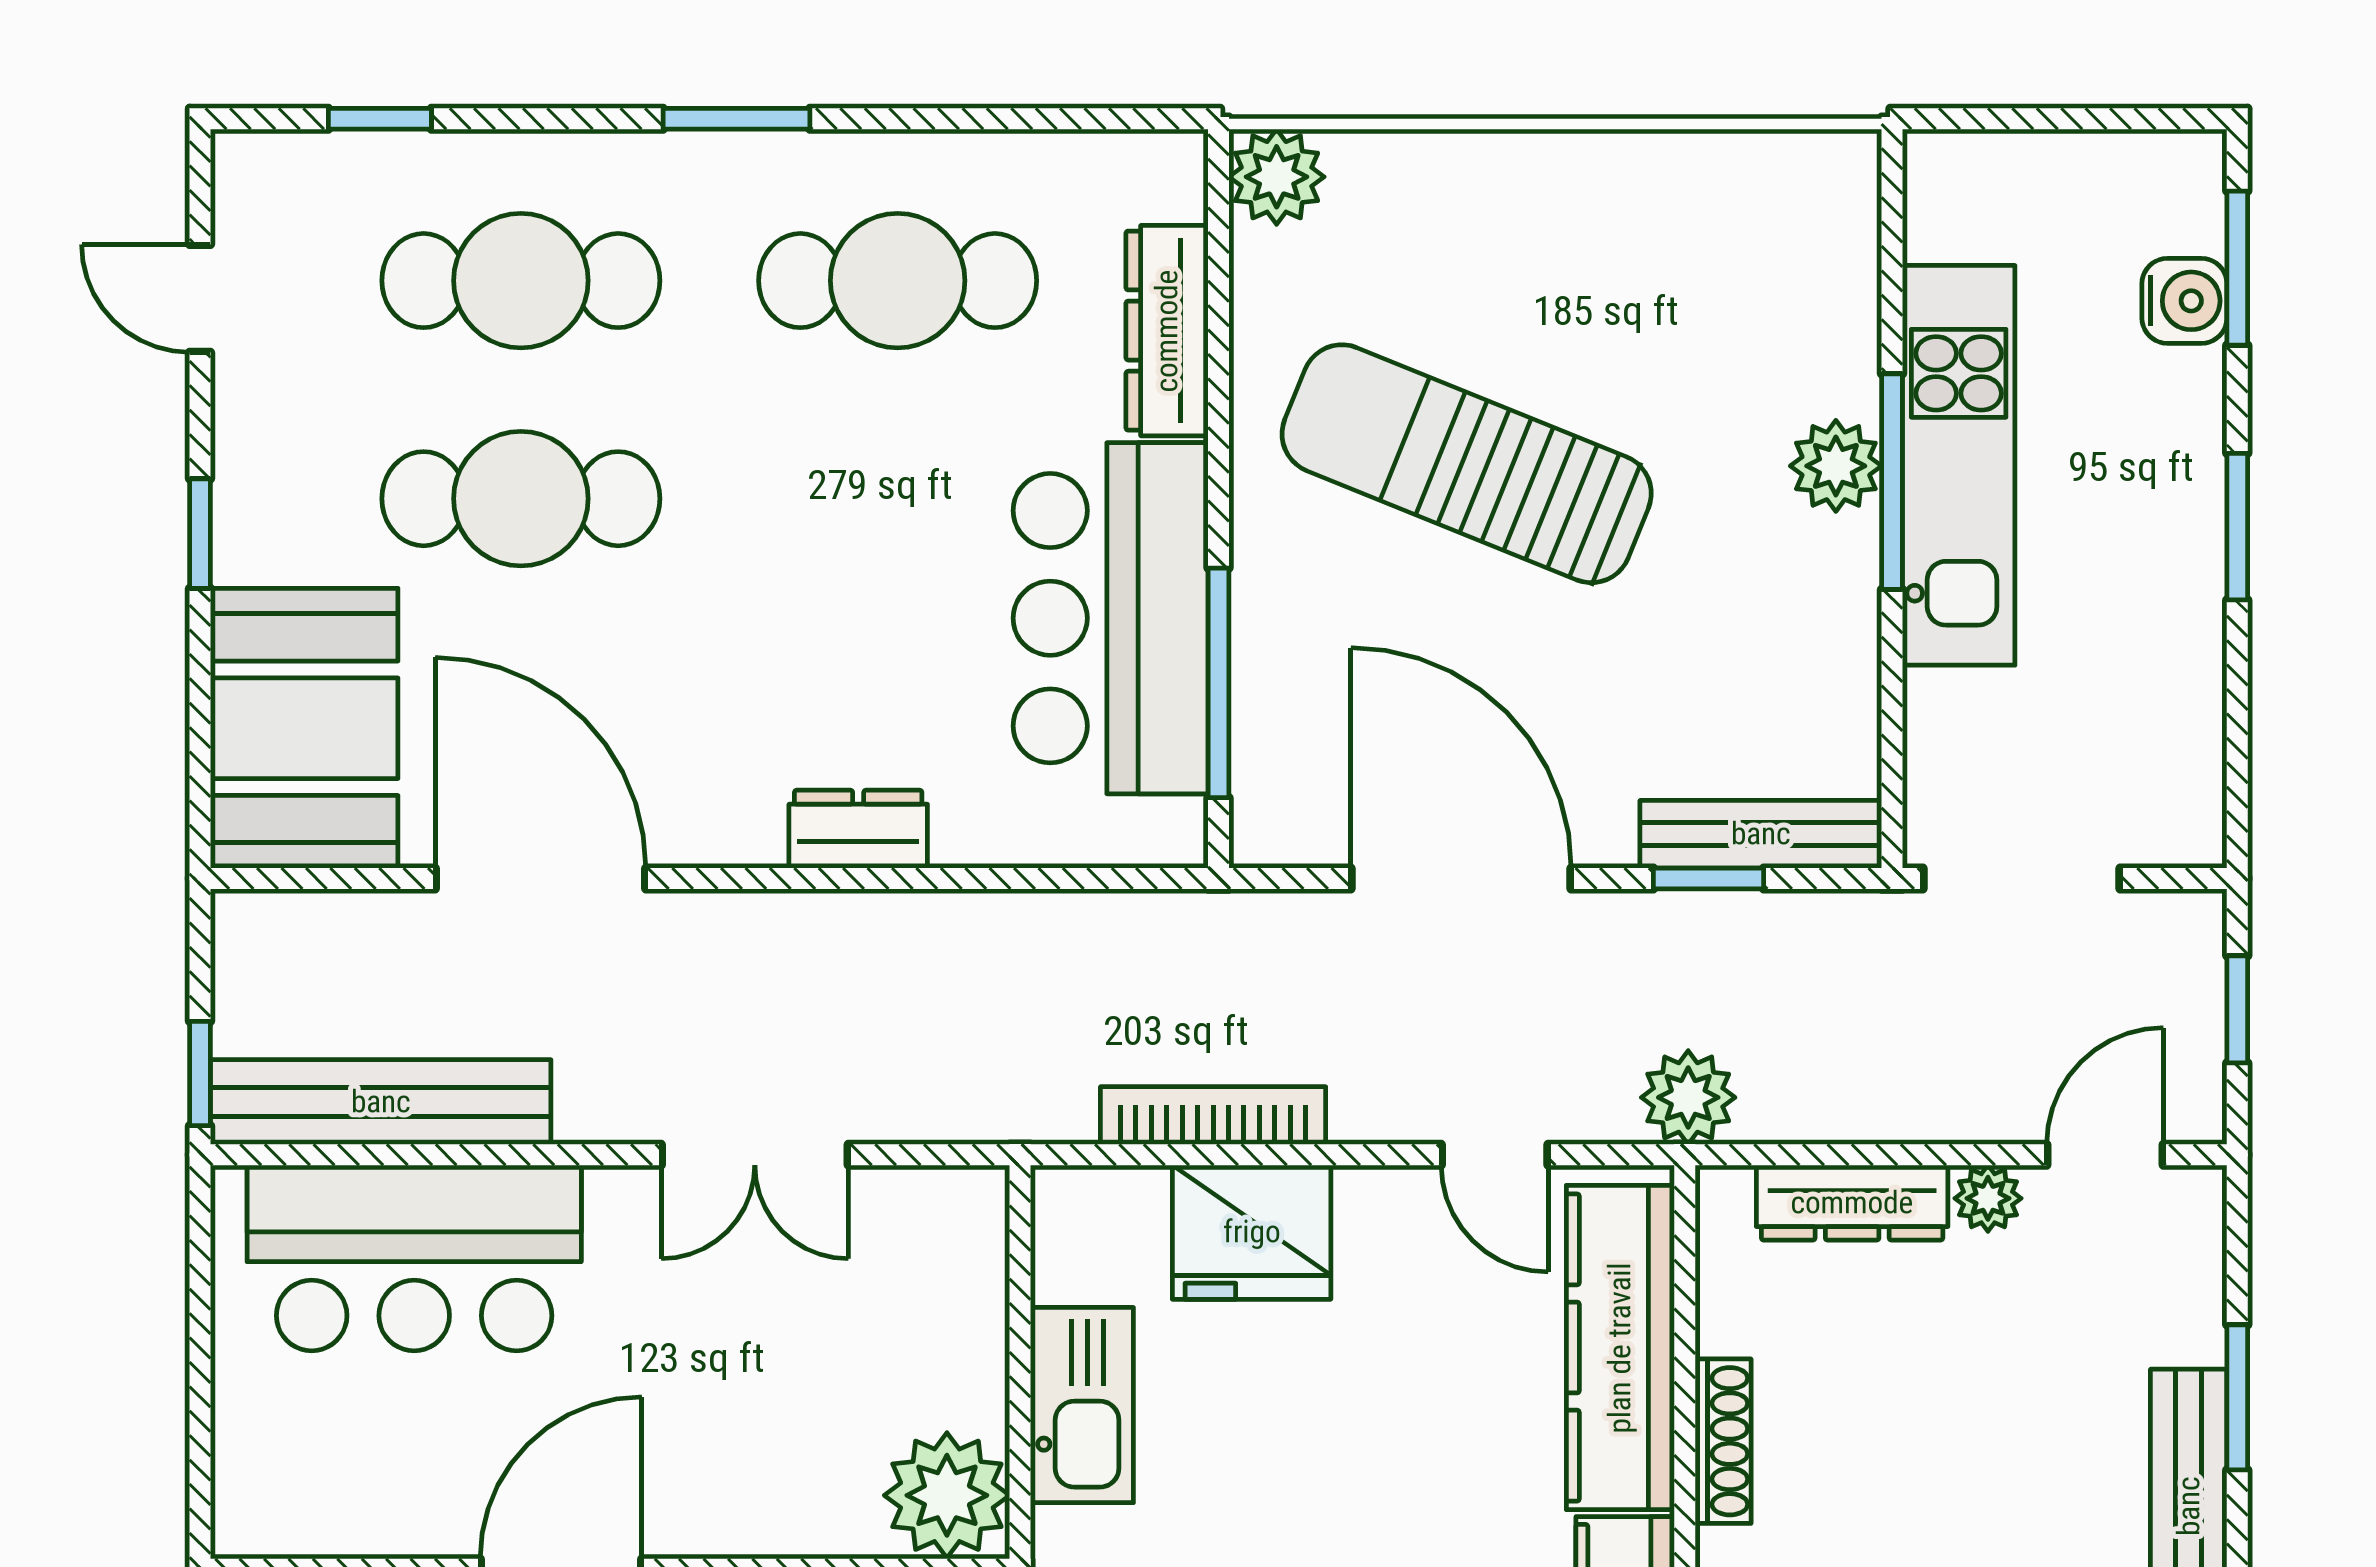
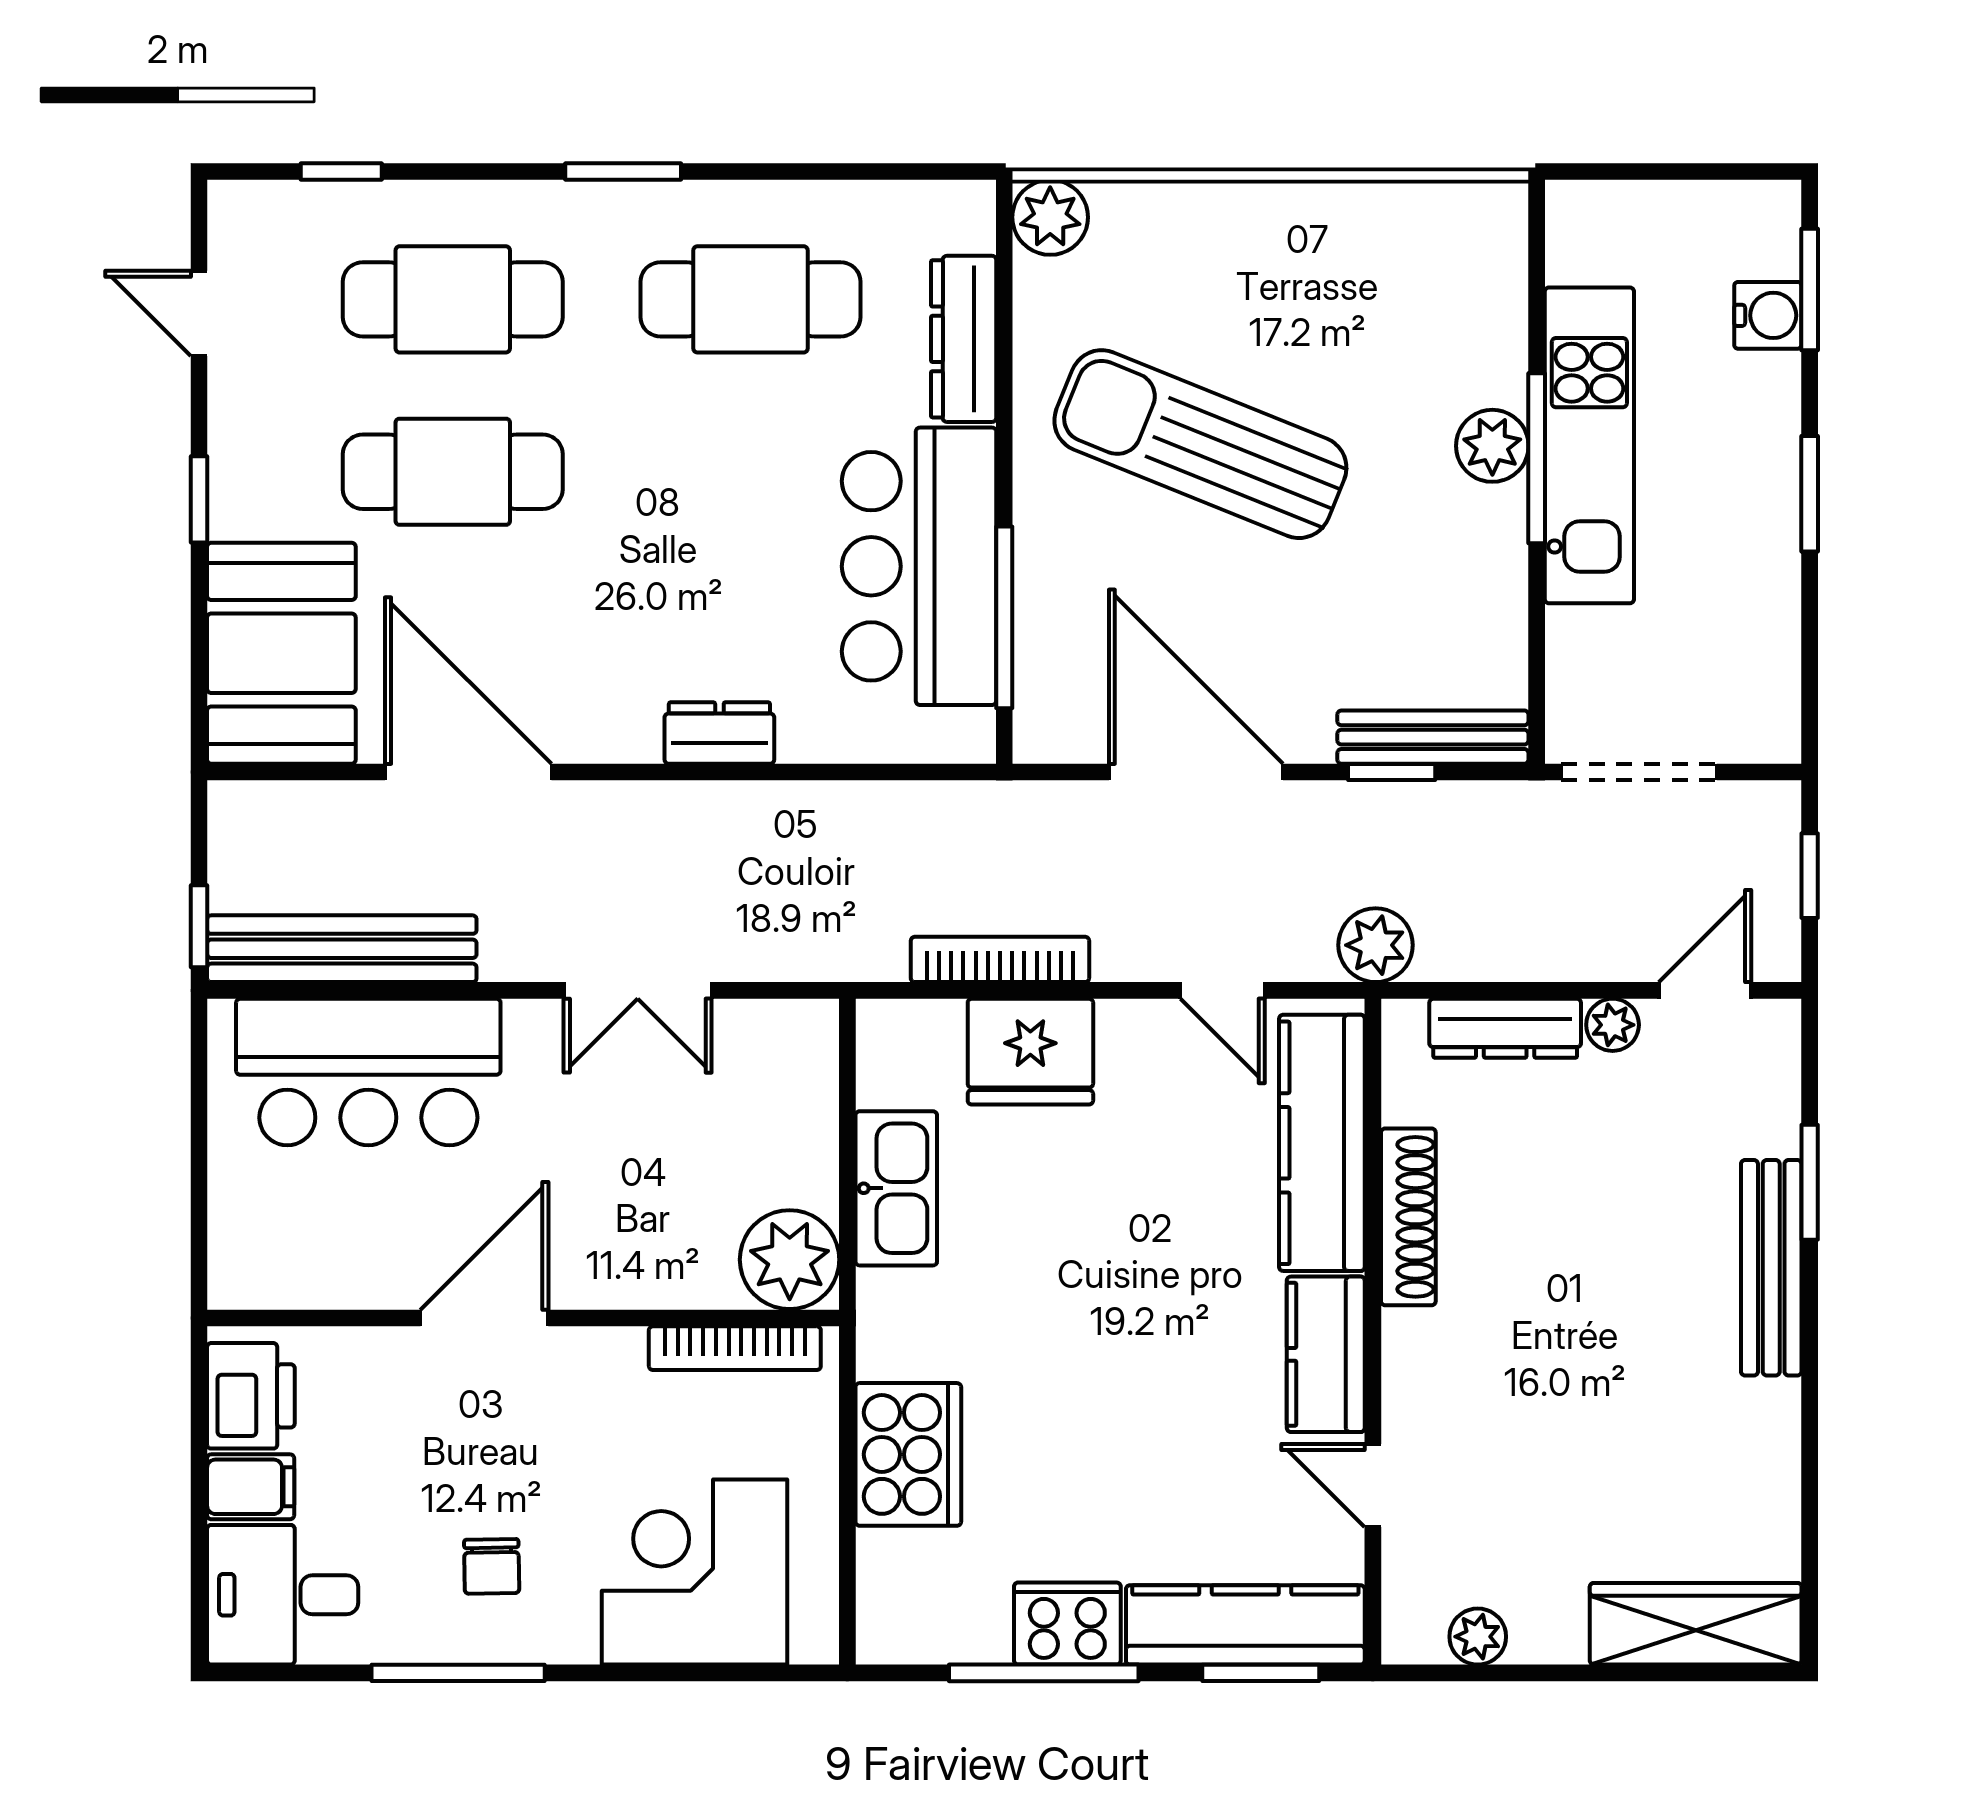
shoe rack: (1723, 1441) -> (1408, 1217), width x1.36, depth x1.24

